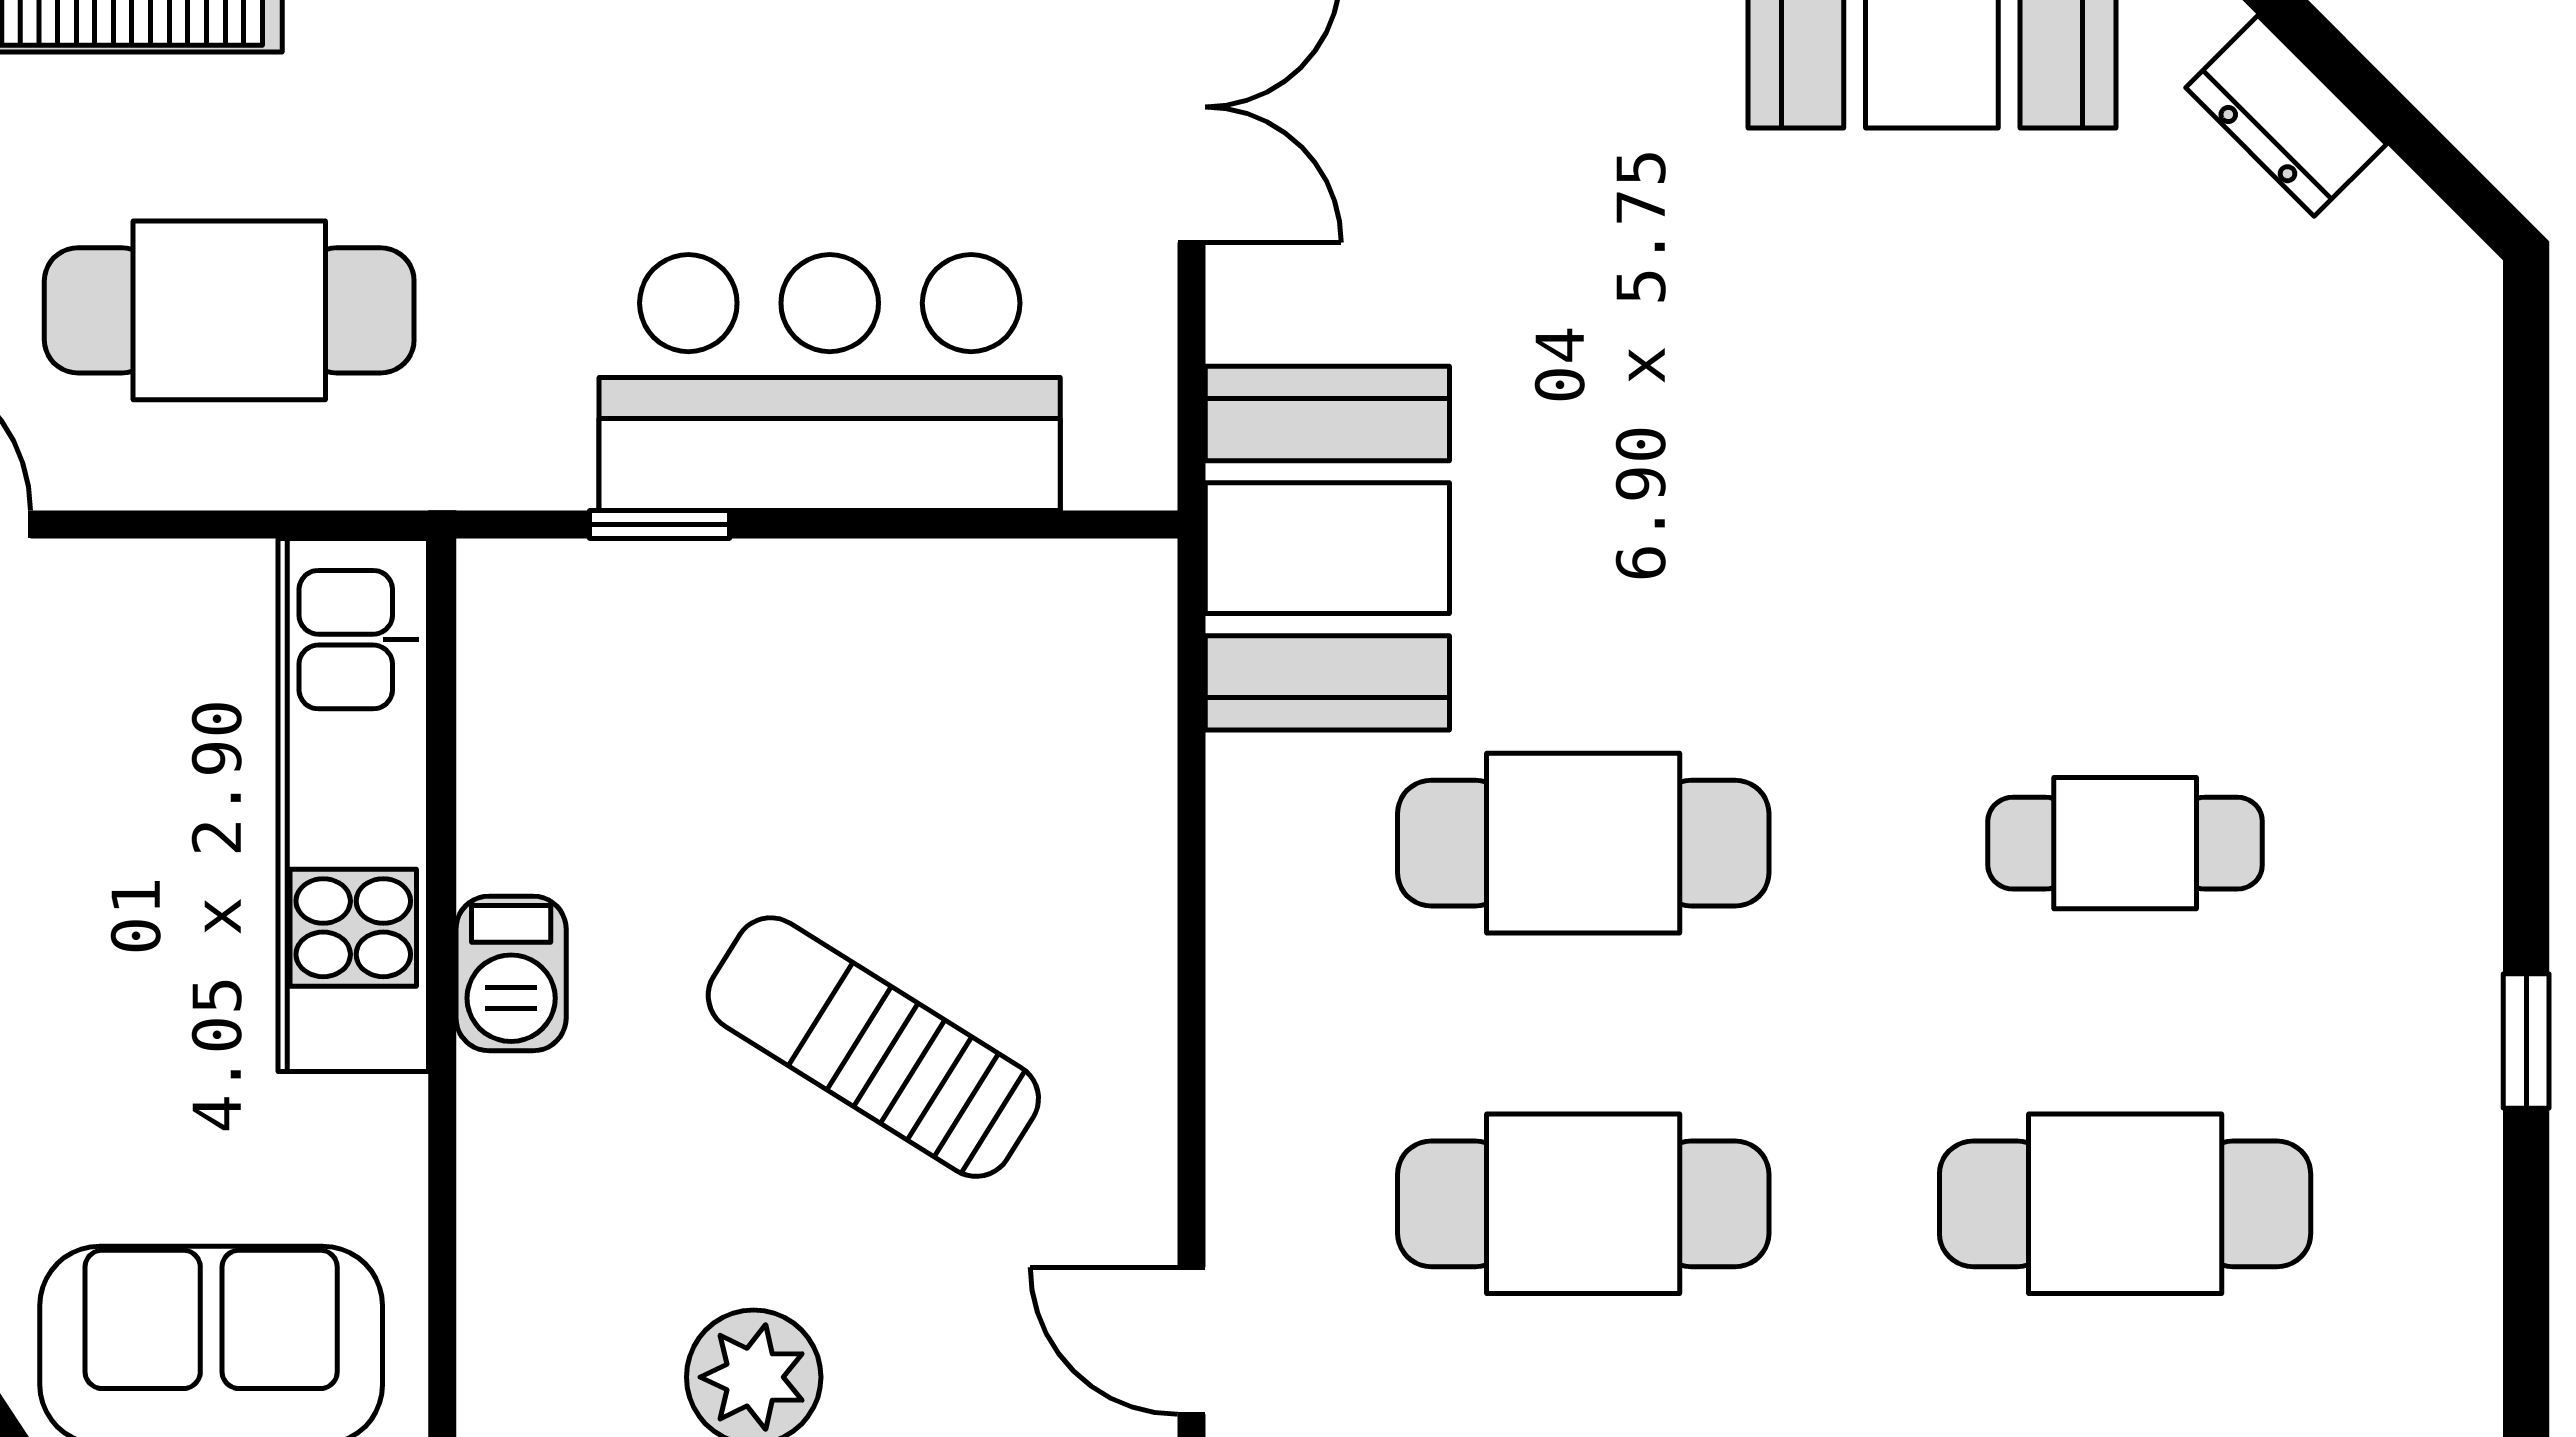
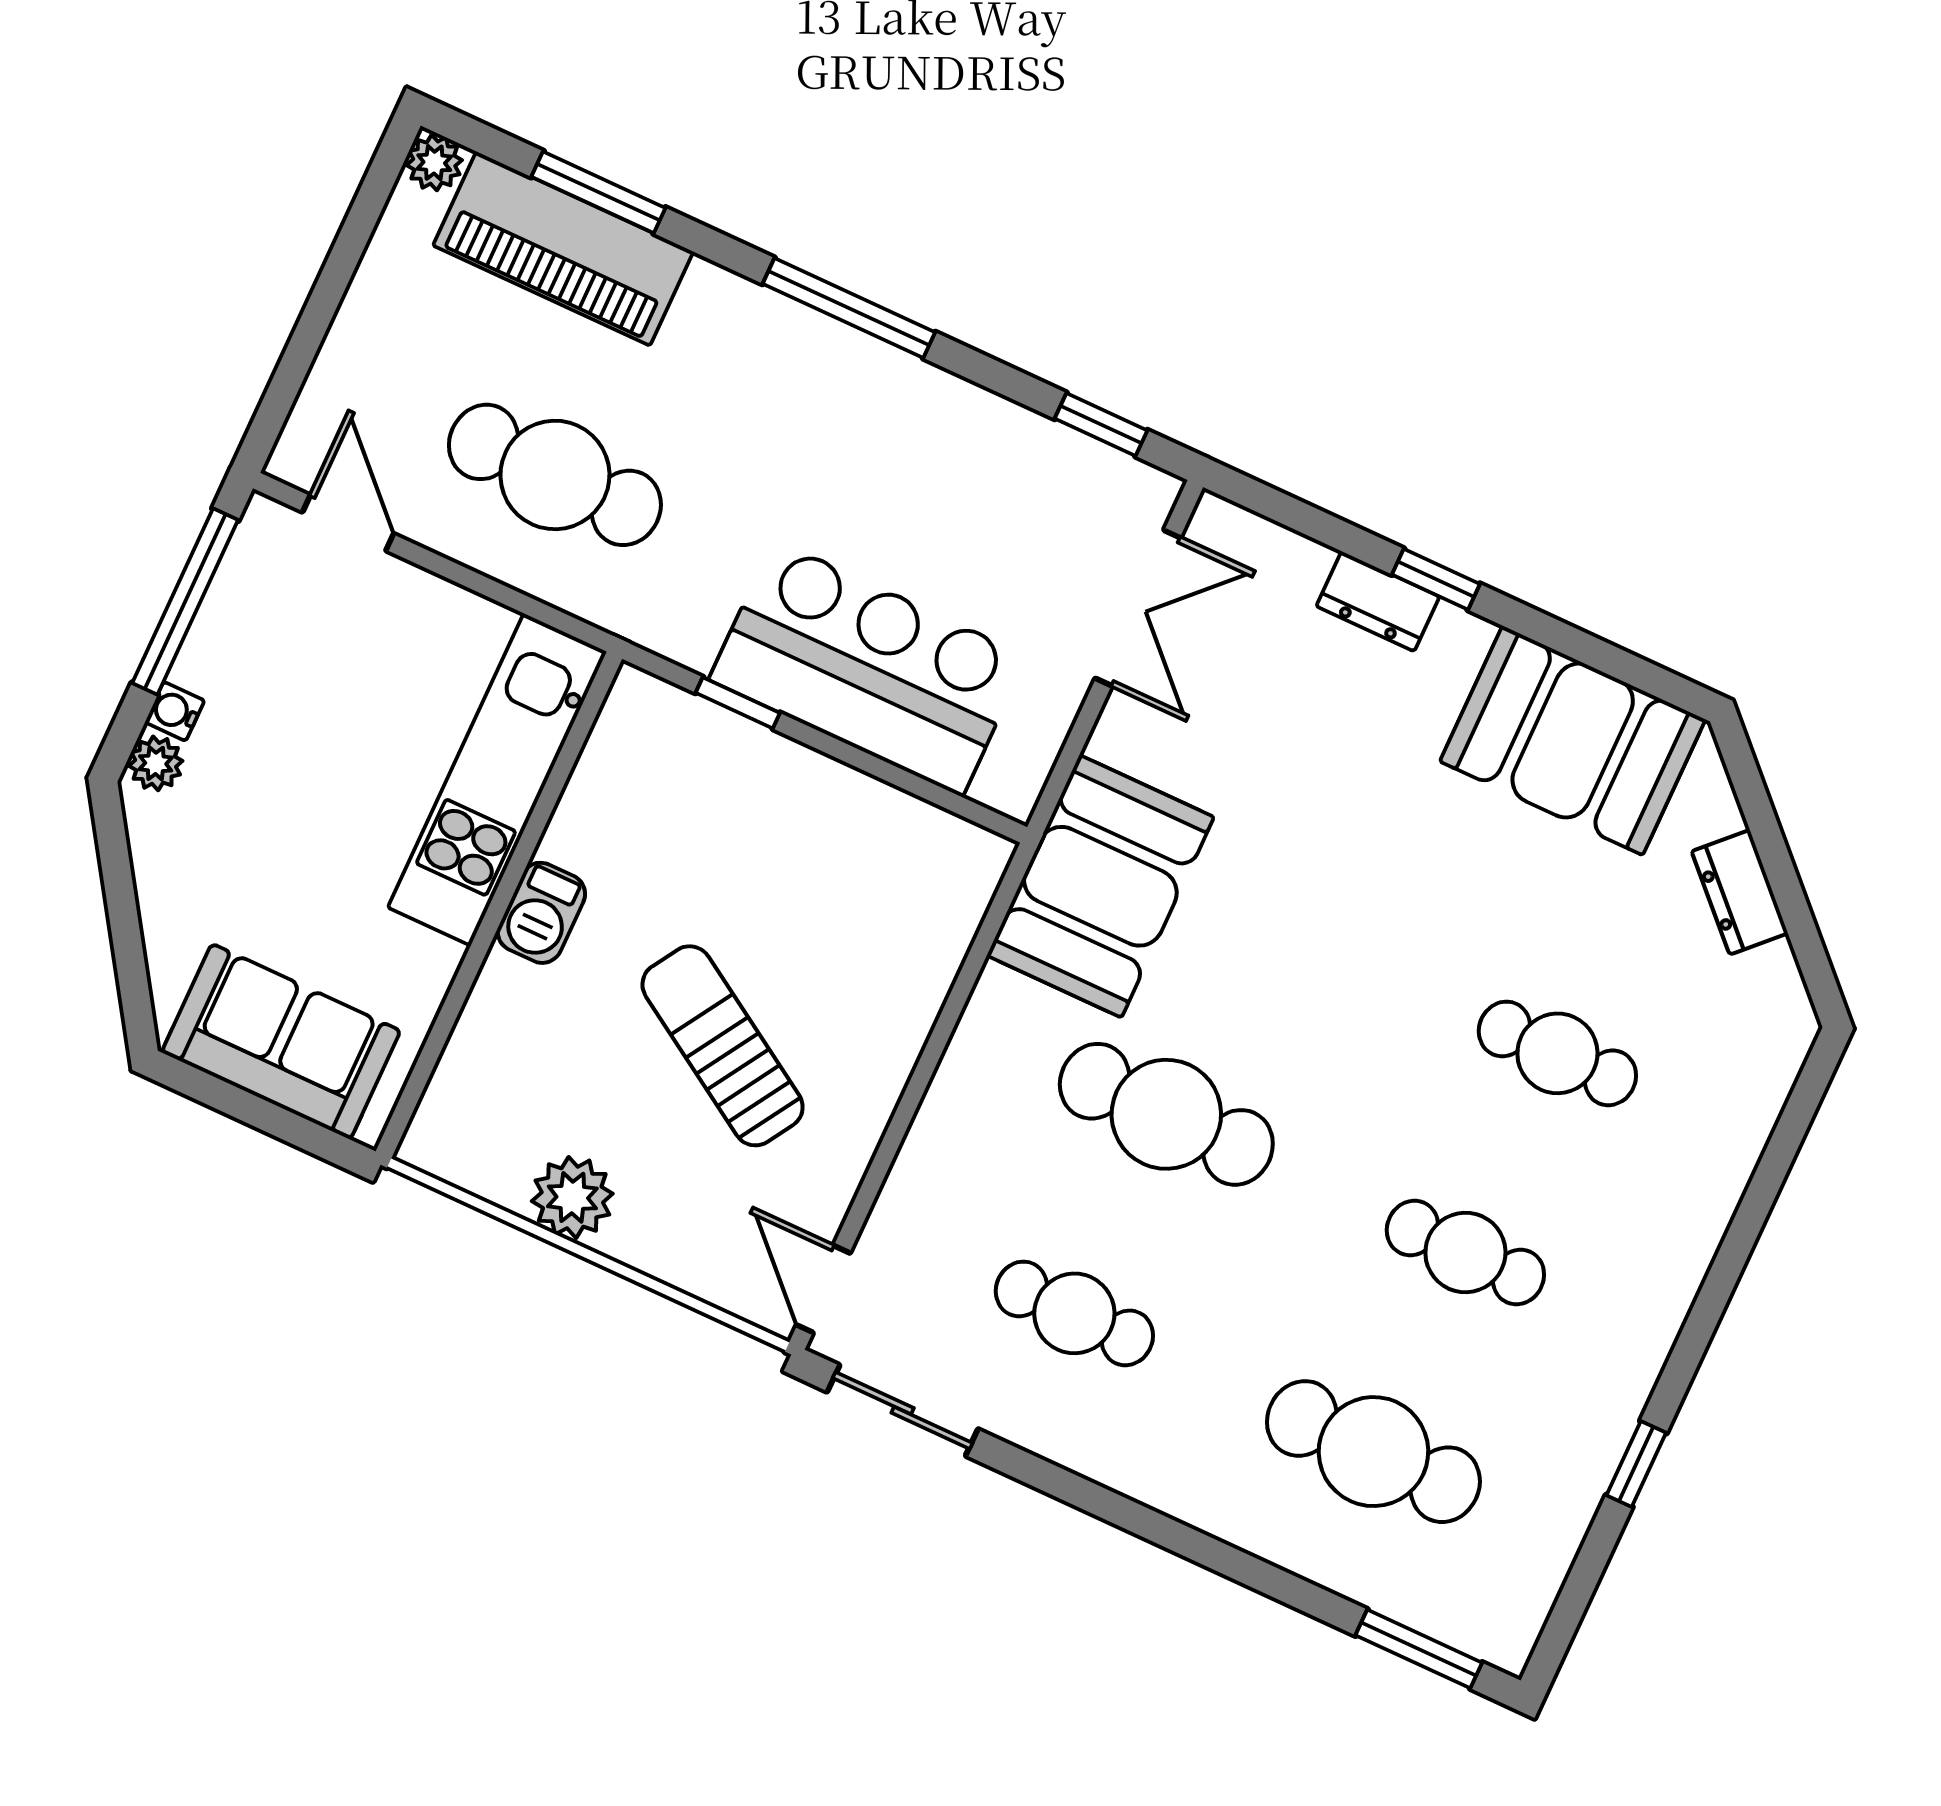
cafe table: (2125, 482) -> (1557, 1053), added
cafe table: (1583, 1204) -> (1074, 1313), width x0.73, depth x0.74

